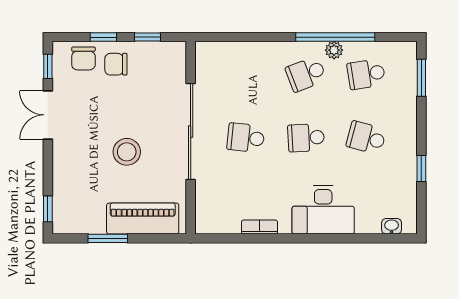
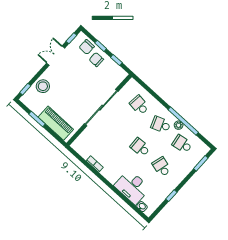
school desk: (246, 138) -> (139, 105), moved
stool: (127, 152) -> (43, 86), moved
desk: (323, 210) -> (132, 187), moved

